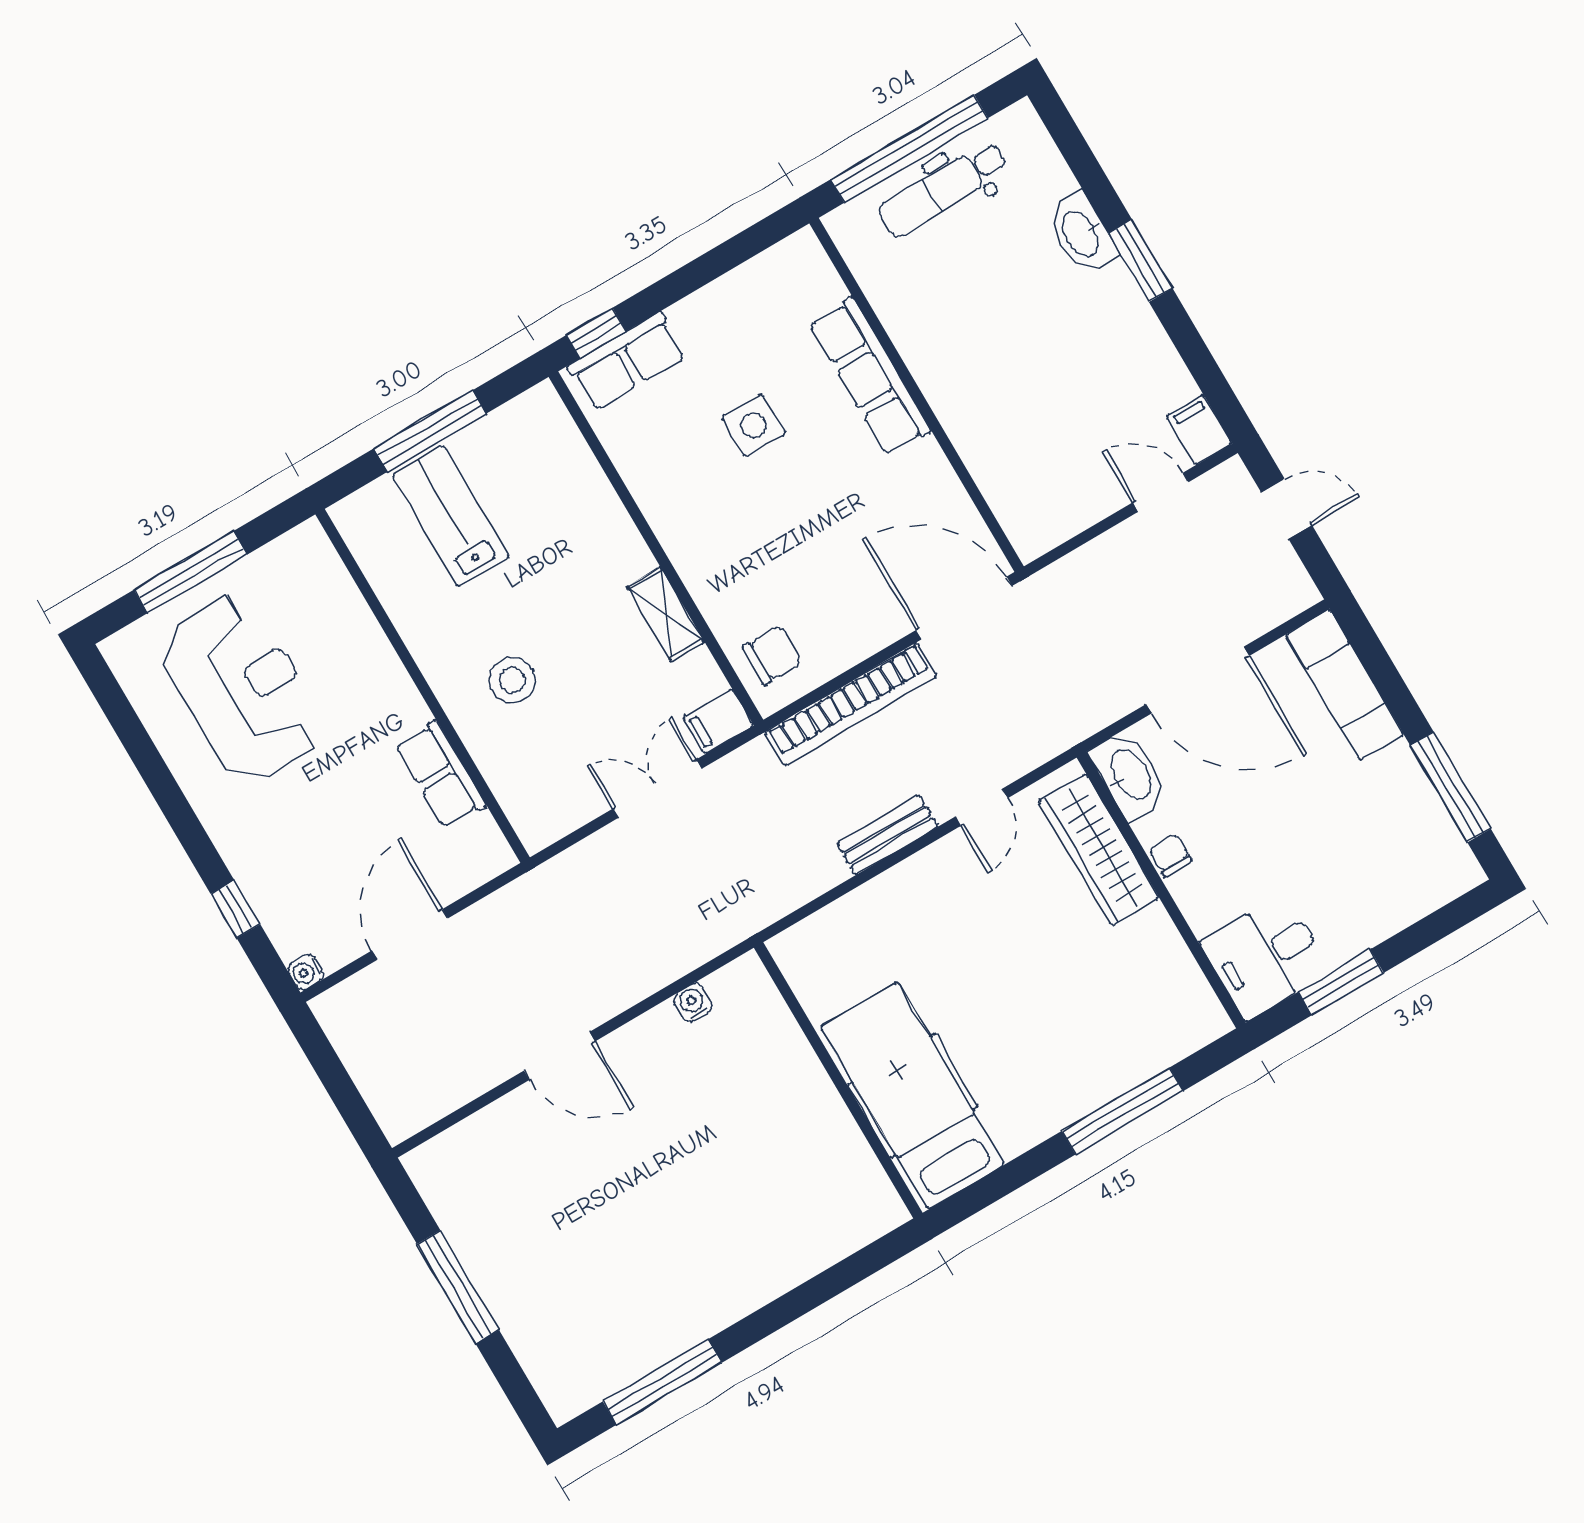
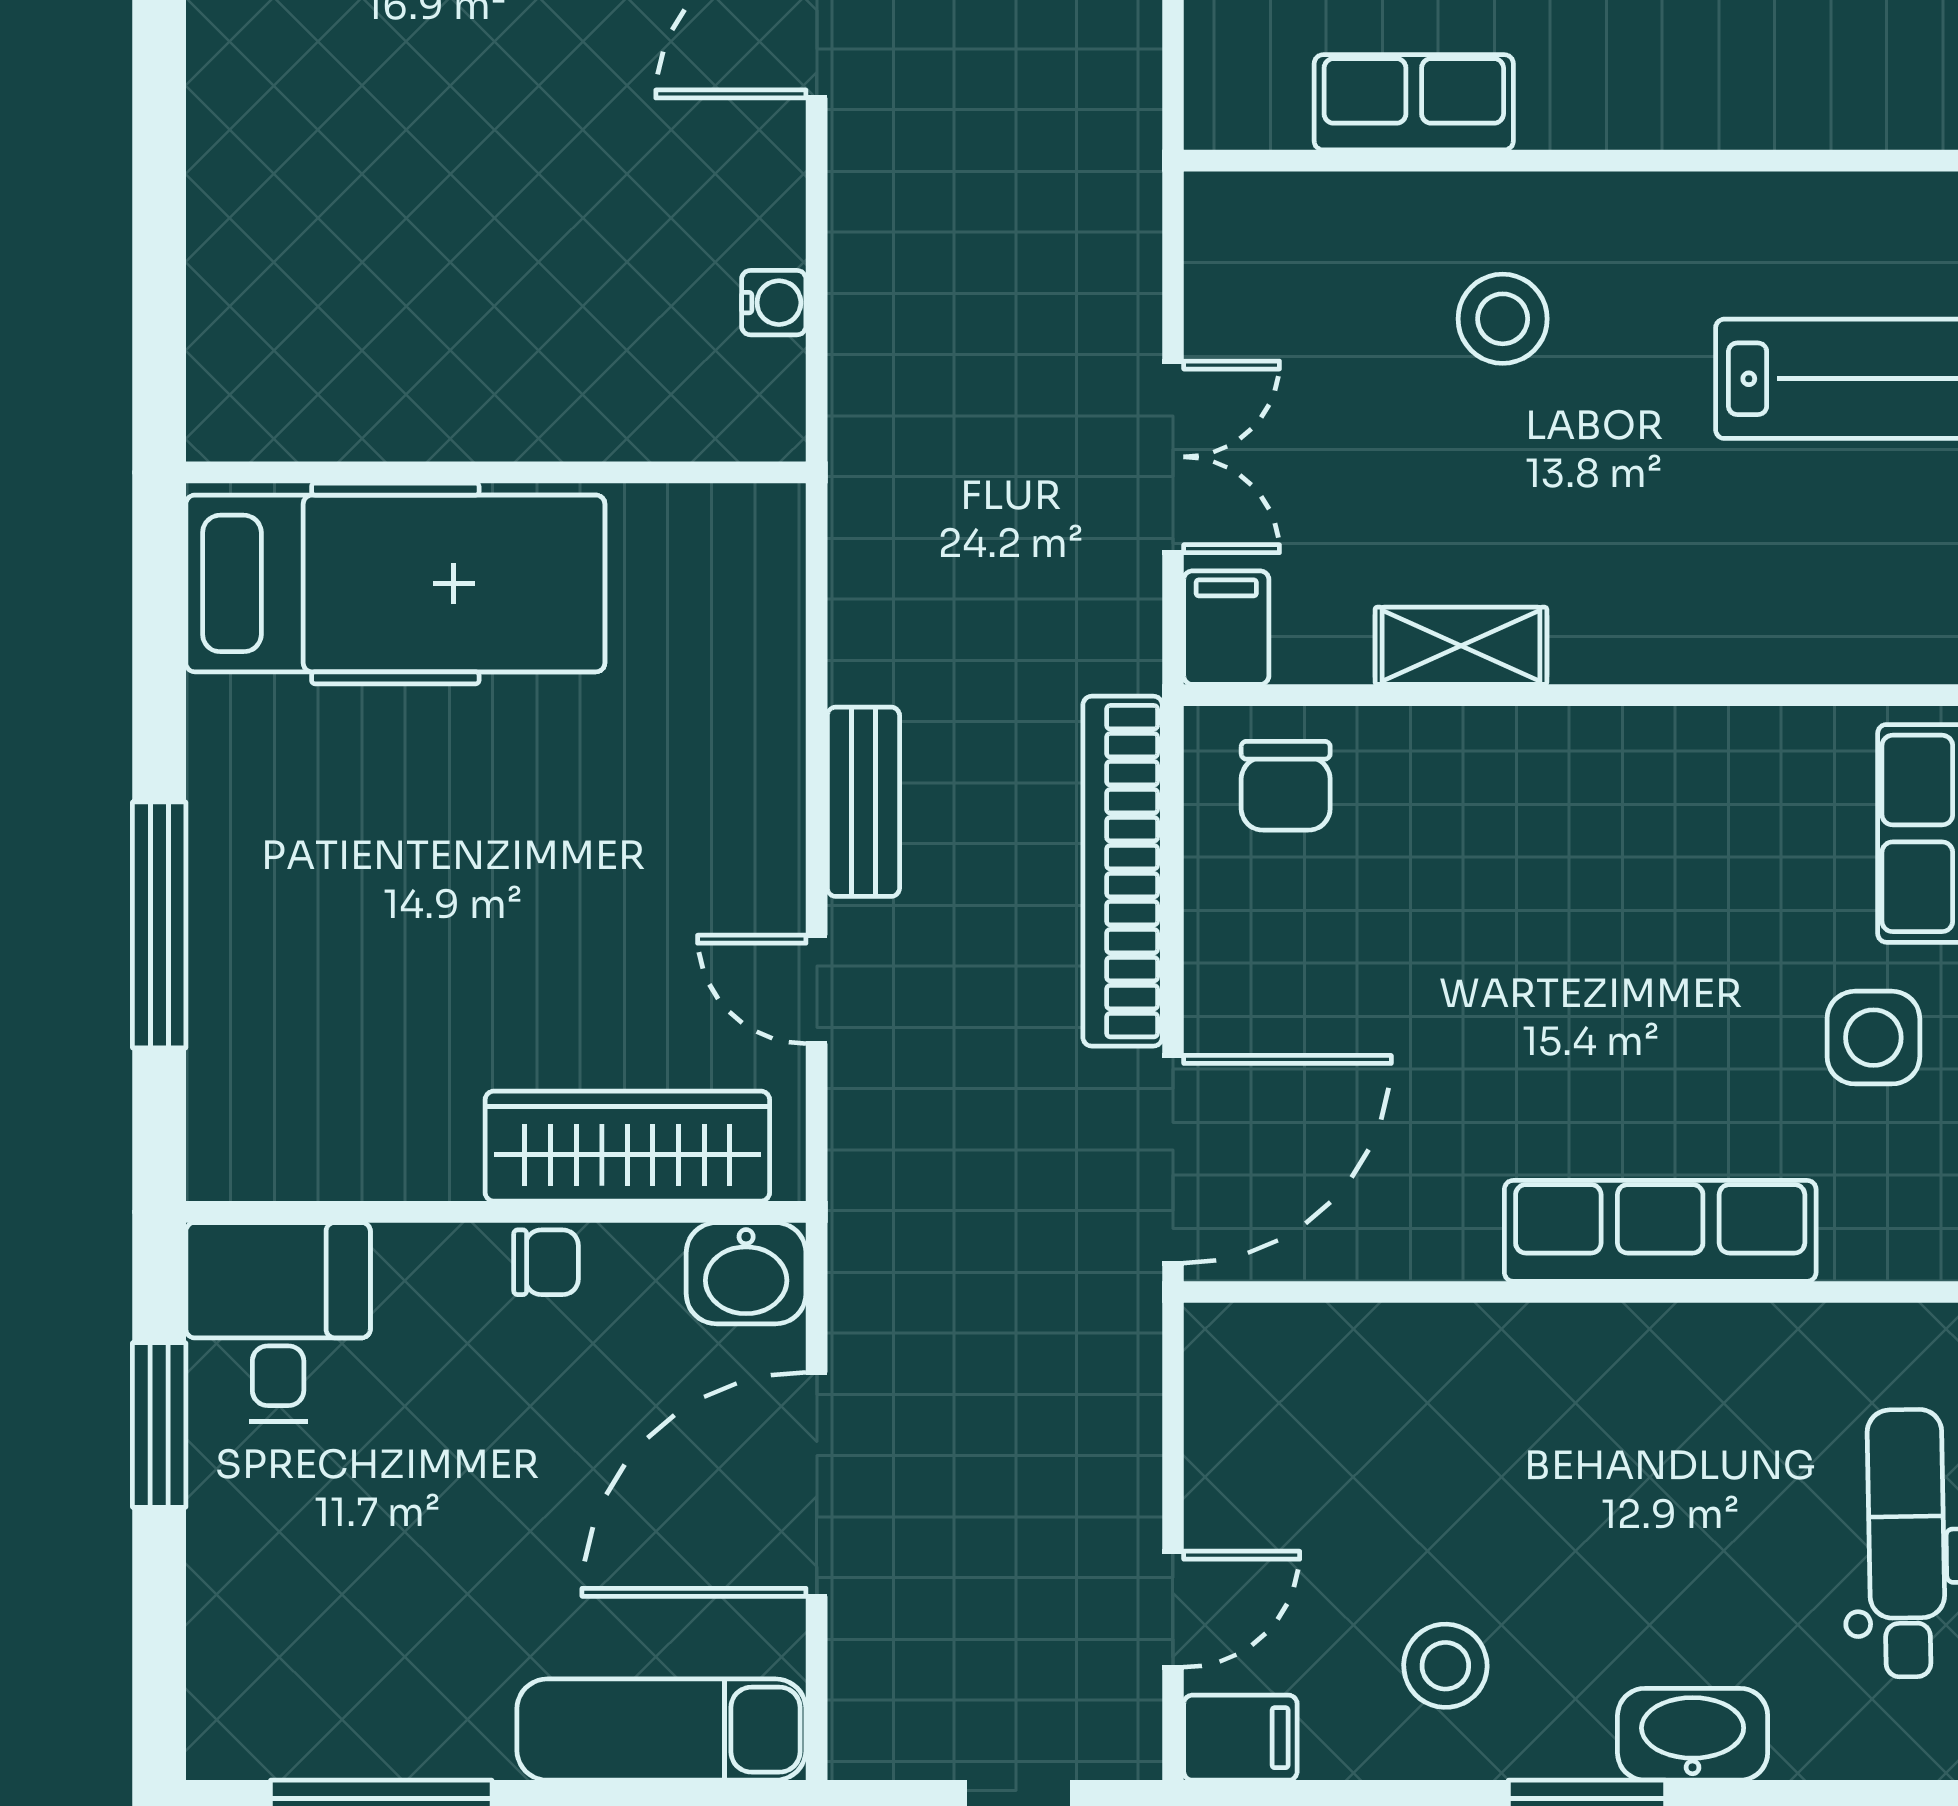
stool: (1115, 359) -> (1445, 1666), added
side table: (754, 426) -> (1873, 1038), moved
washbasin: (1130, 775) -> (746, 1273), width x0.72

